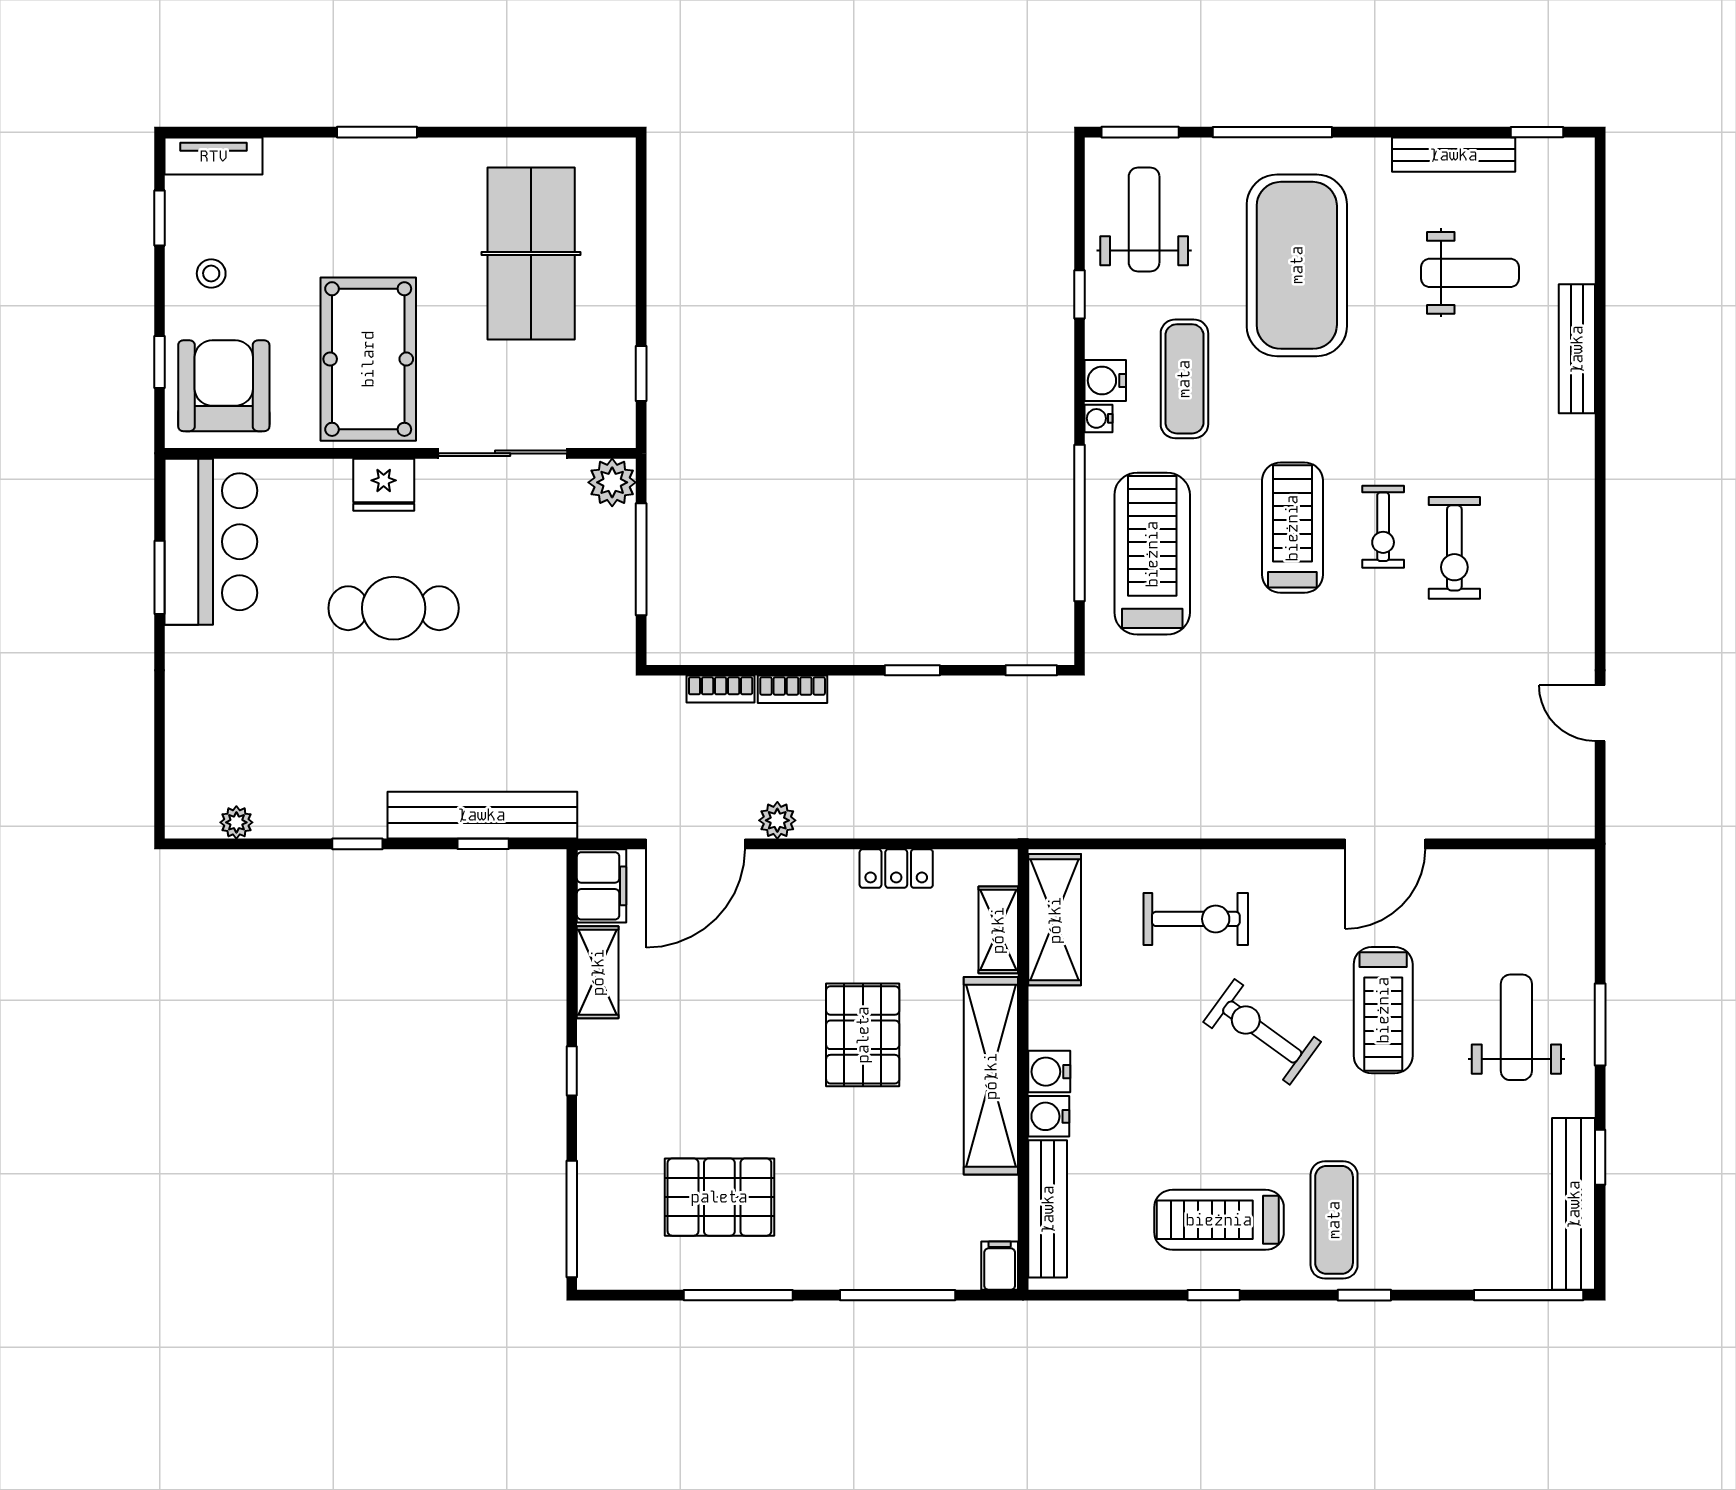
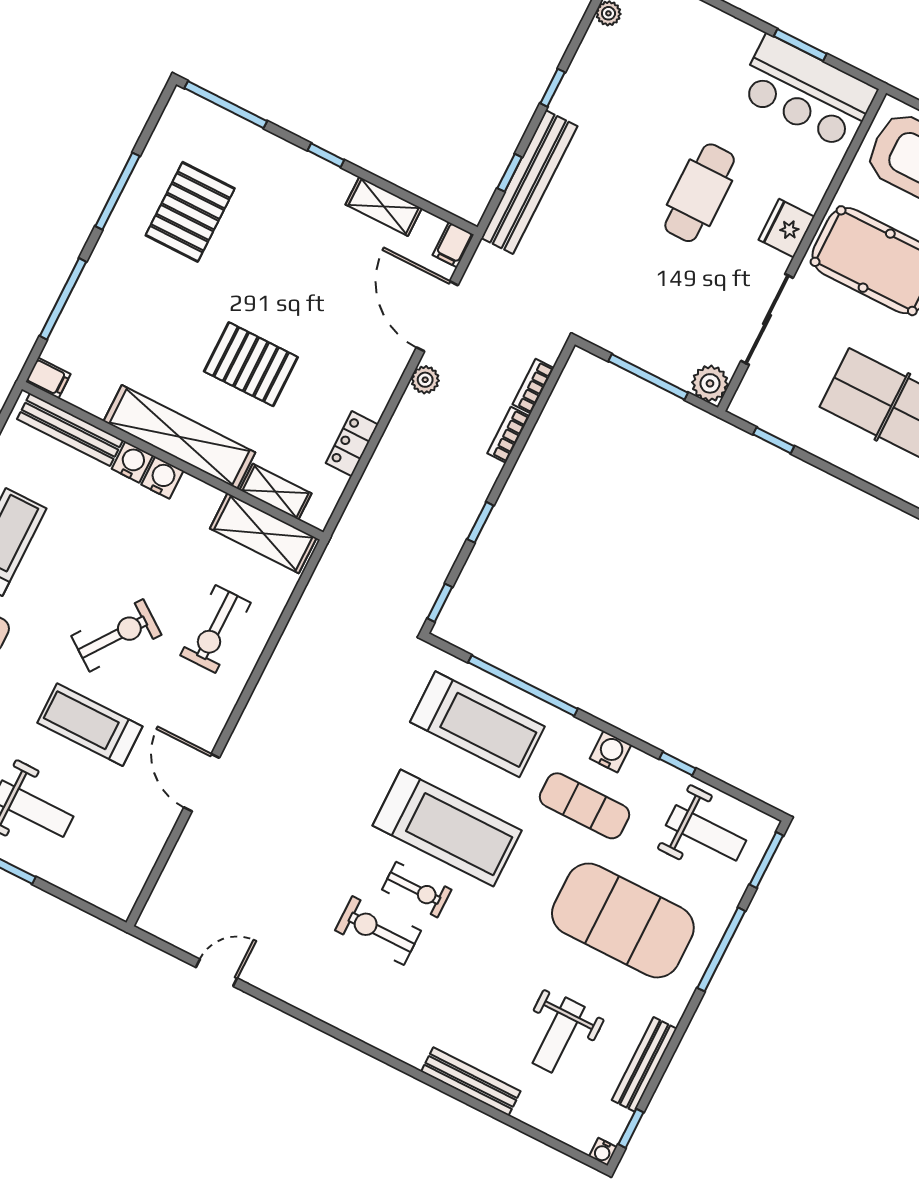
water cooler: (1099, 418) -> (603, 1152), moved, turned 180
exercise bike: (1383, 527) -> (417, 890), turned 180
treadmill: (1292, 528) -> (447, 828), width x1.37, depth x1.38
filing cabinet: (602, 886) -> (453, 245), width x0.50

